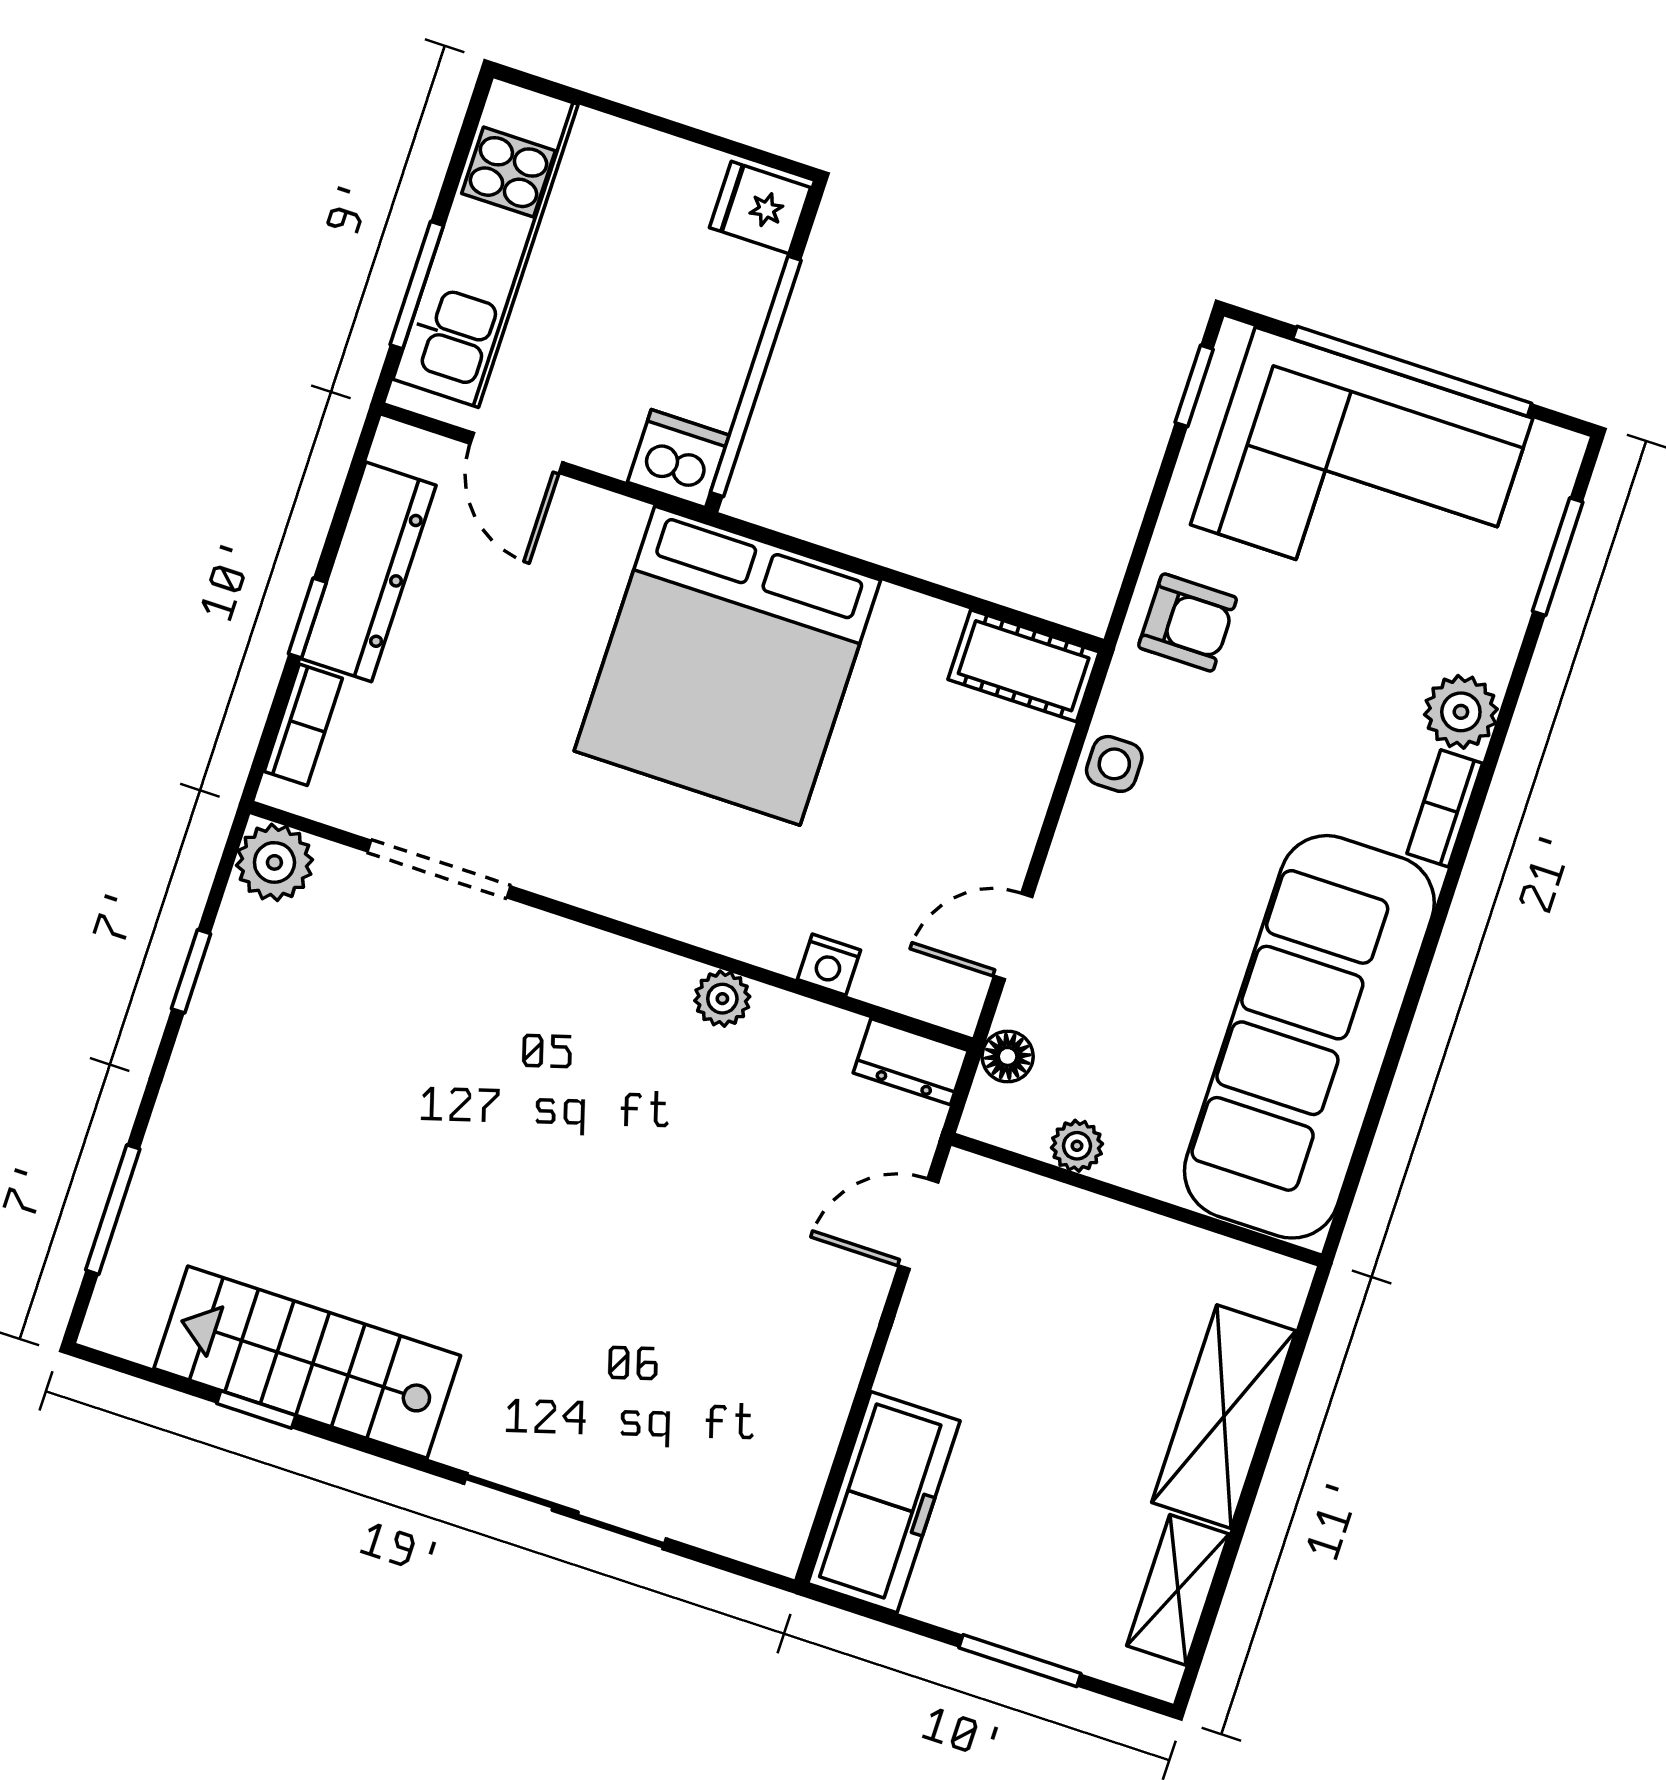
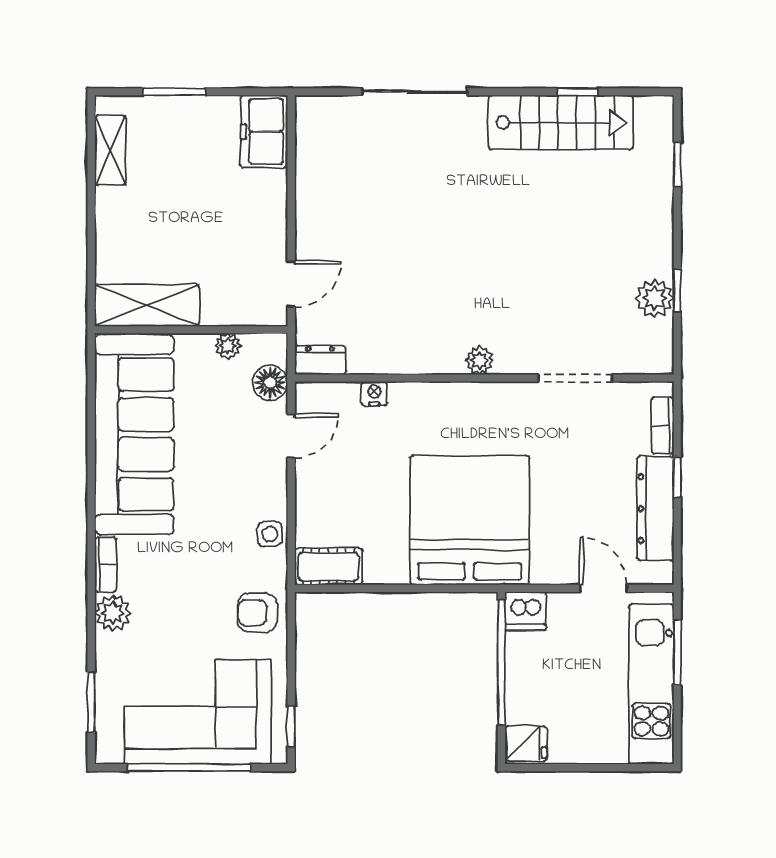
plant: (274, 862) -> (655, 298), moved
plant: (722, 999) -> (479, 361), moved
floor lamp: (1008, 1056) -> (270, 382), width x1.37, depth x1.37
window: (113, 1210) -> (677, 165), width x0.67
shelving: (1224, 1417) -> (147, 305), moved, turned 90
freezer: (884, 1502) -> (264, 131), width x0.71

